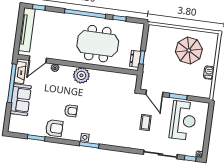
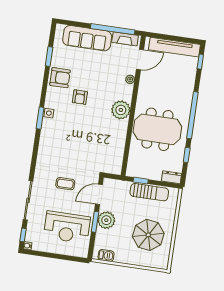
meeting table: (98, 44) -> (157, 129), turned 90
sun lounger: (152, 50) -> (149, 192), added
door: (38, 59) -> (140, 60), swing flipped
dresser: (135, 59) -> (171, 177), moved
barbecue: (209, 73) -> (106, 255), moved
plant: (177, 87) -> (106, 220), added
sofa: (21, 100) -> (87, 38), width x1.36
armchair: (54, 128) -> (60, 78), turned -90

